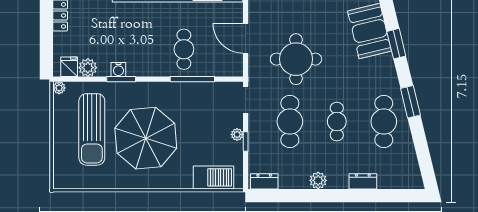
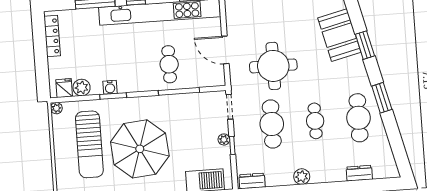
dresser: (363, 181) -> (359, 173), moved

